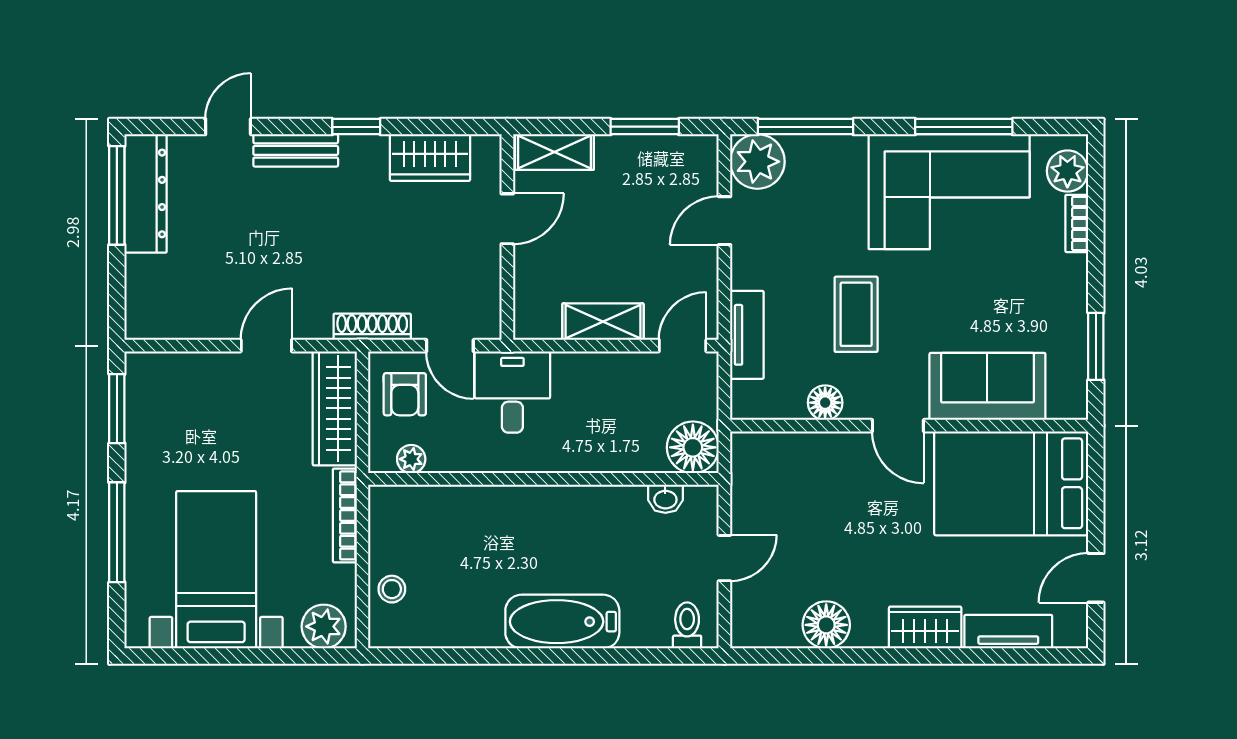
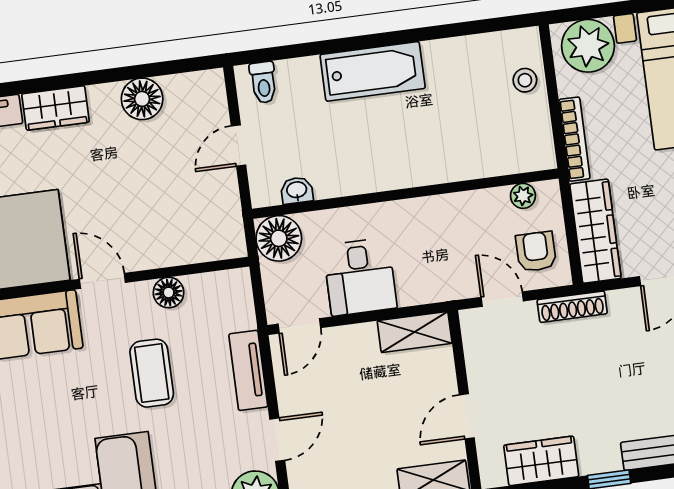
shelving: (603, 322) -> (415, 332), moved
tv unit: (747, 335) -> (248, 370), moved
desk: (512, 392) -> (360, 277), moved
plant: (324, 626) -> (588, 46), width x1.36, depth x1.36

